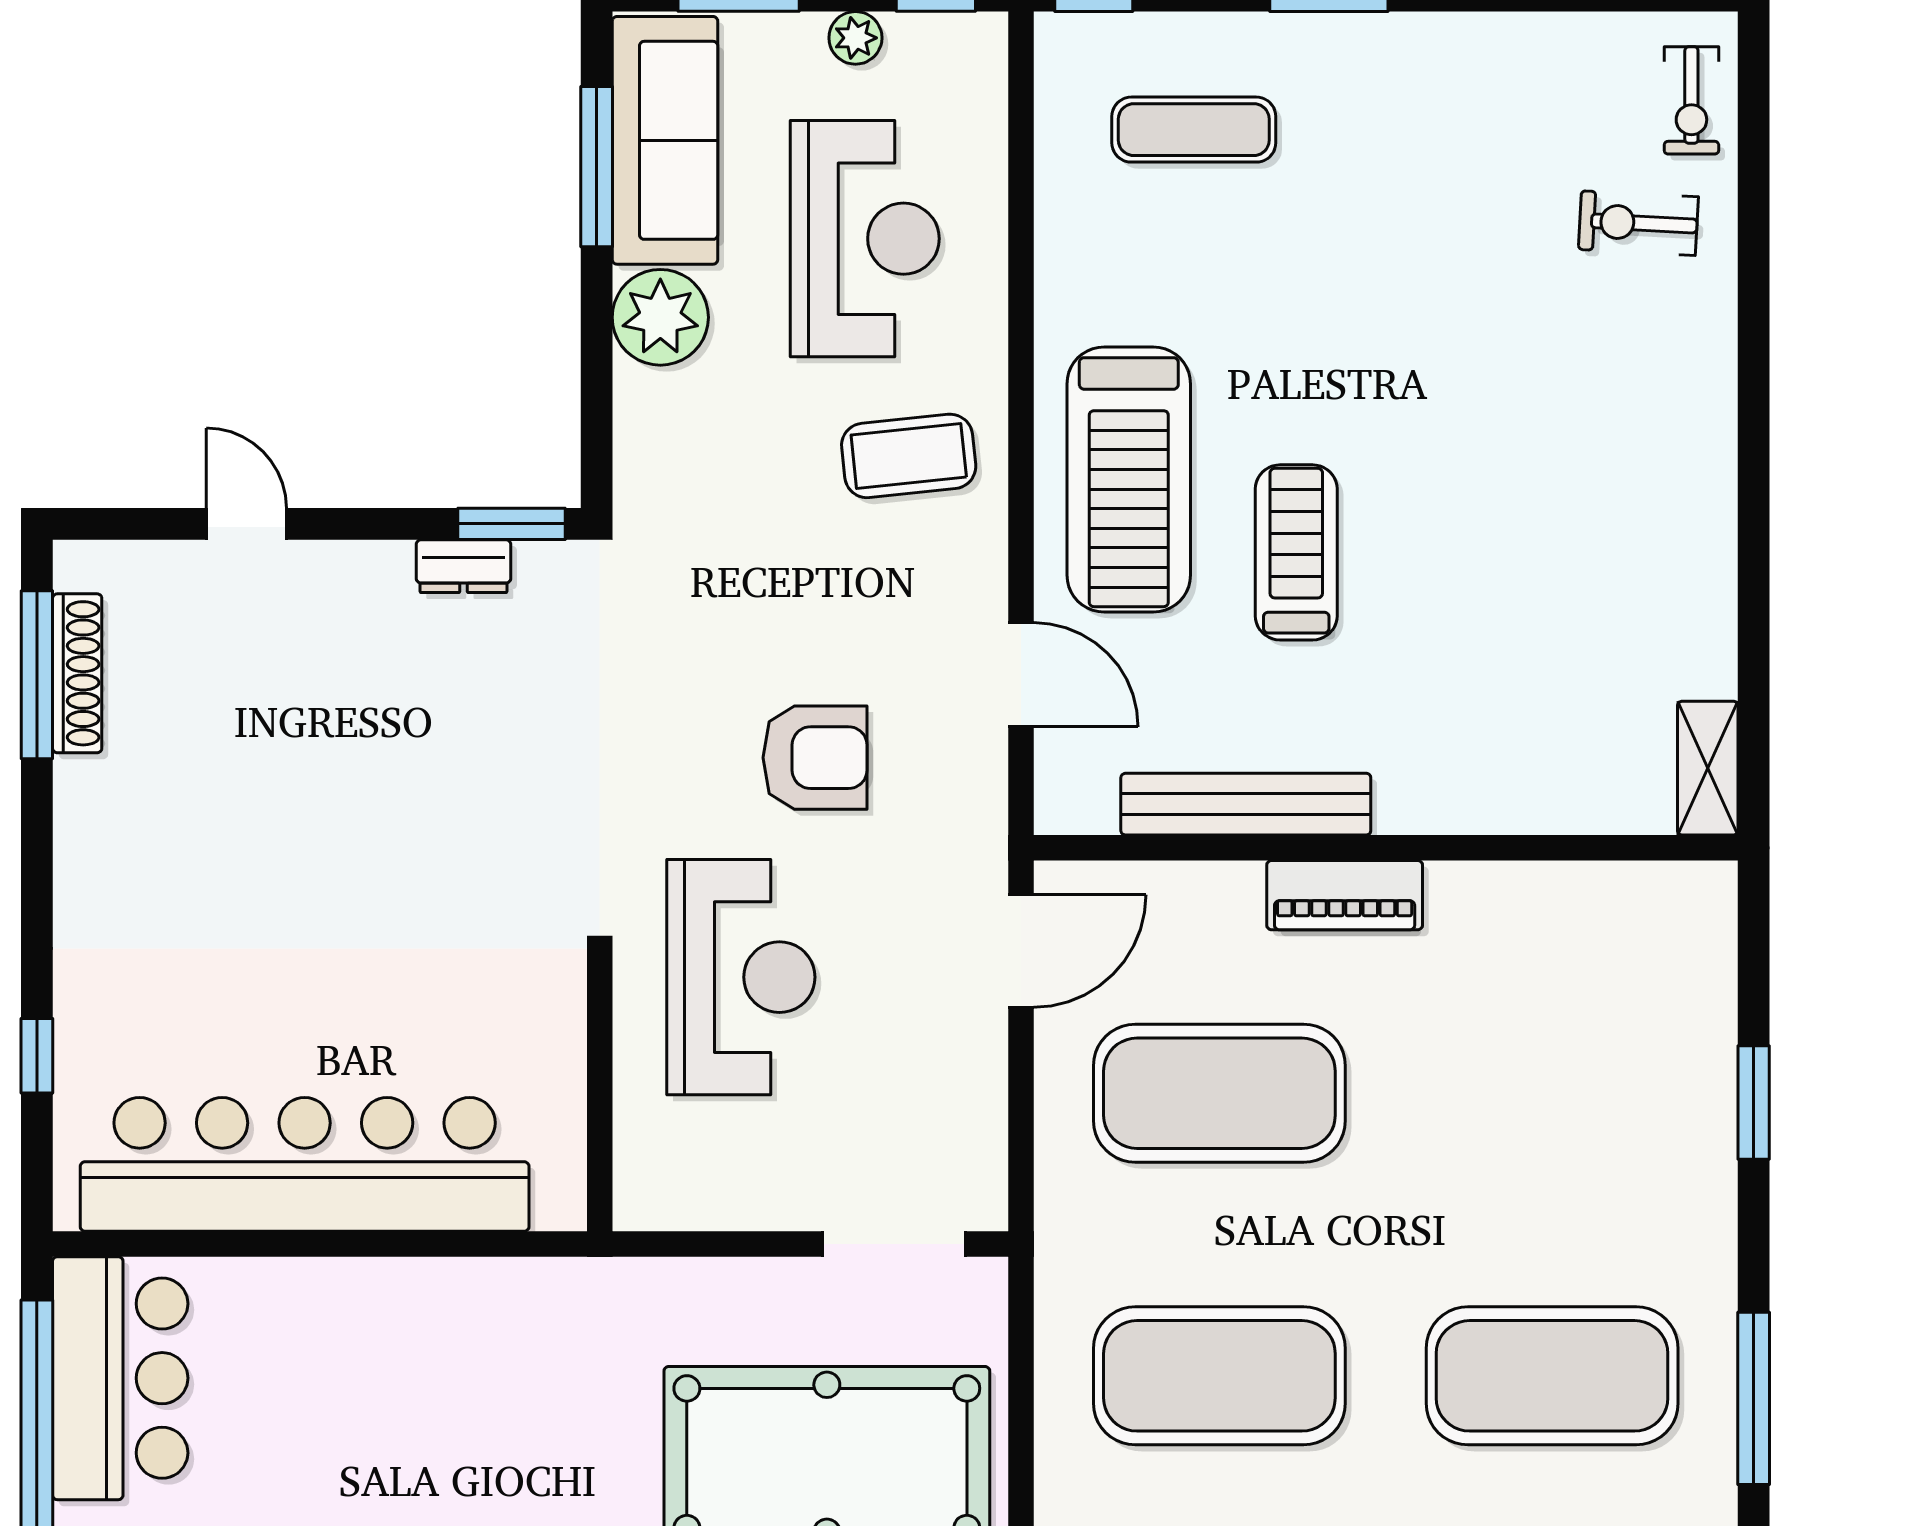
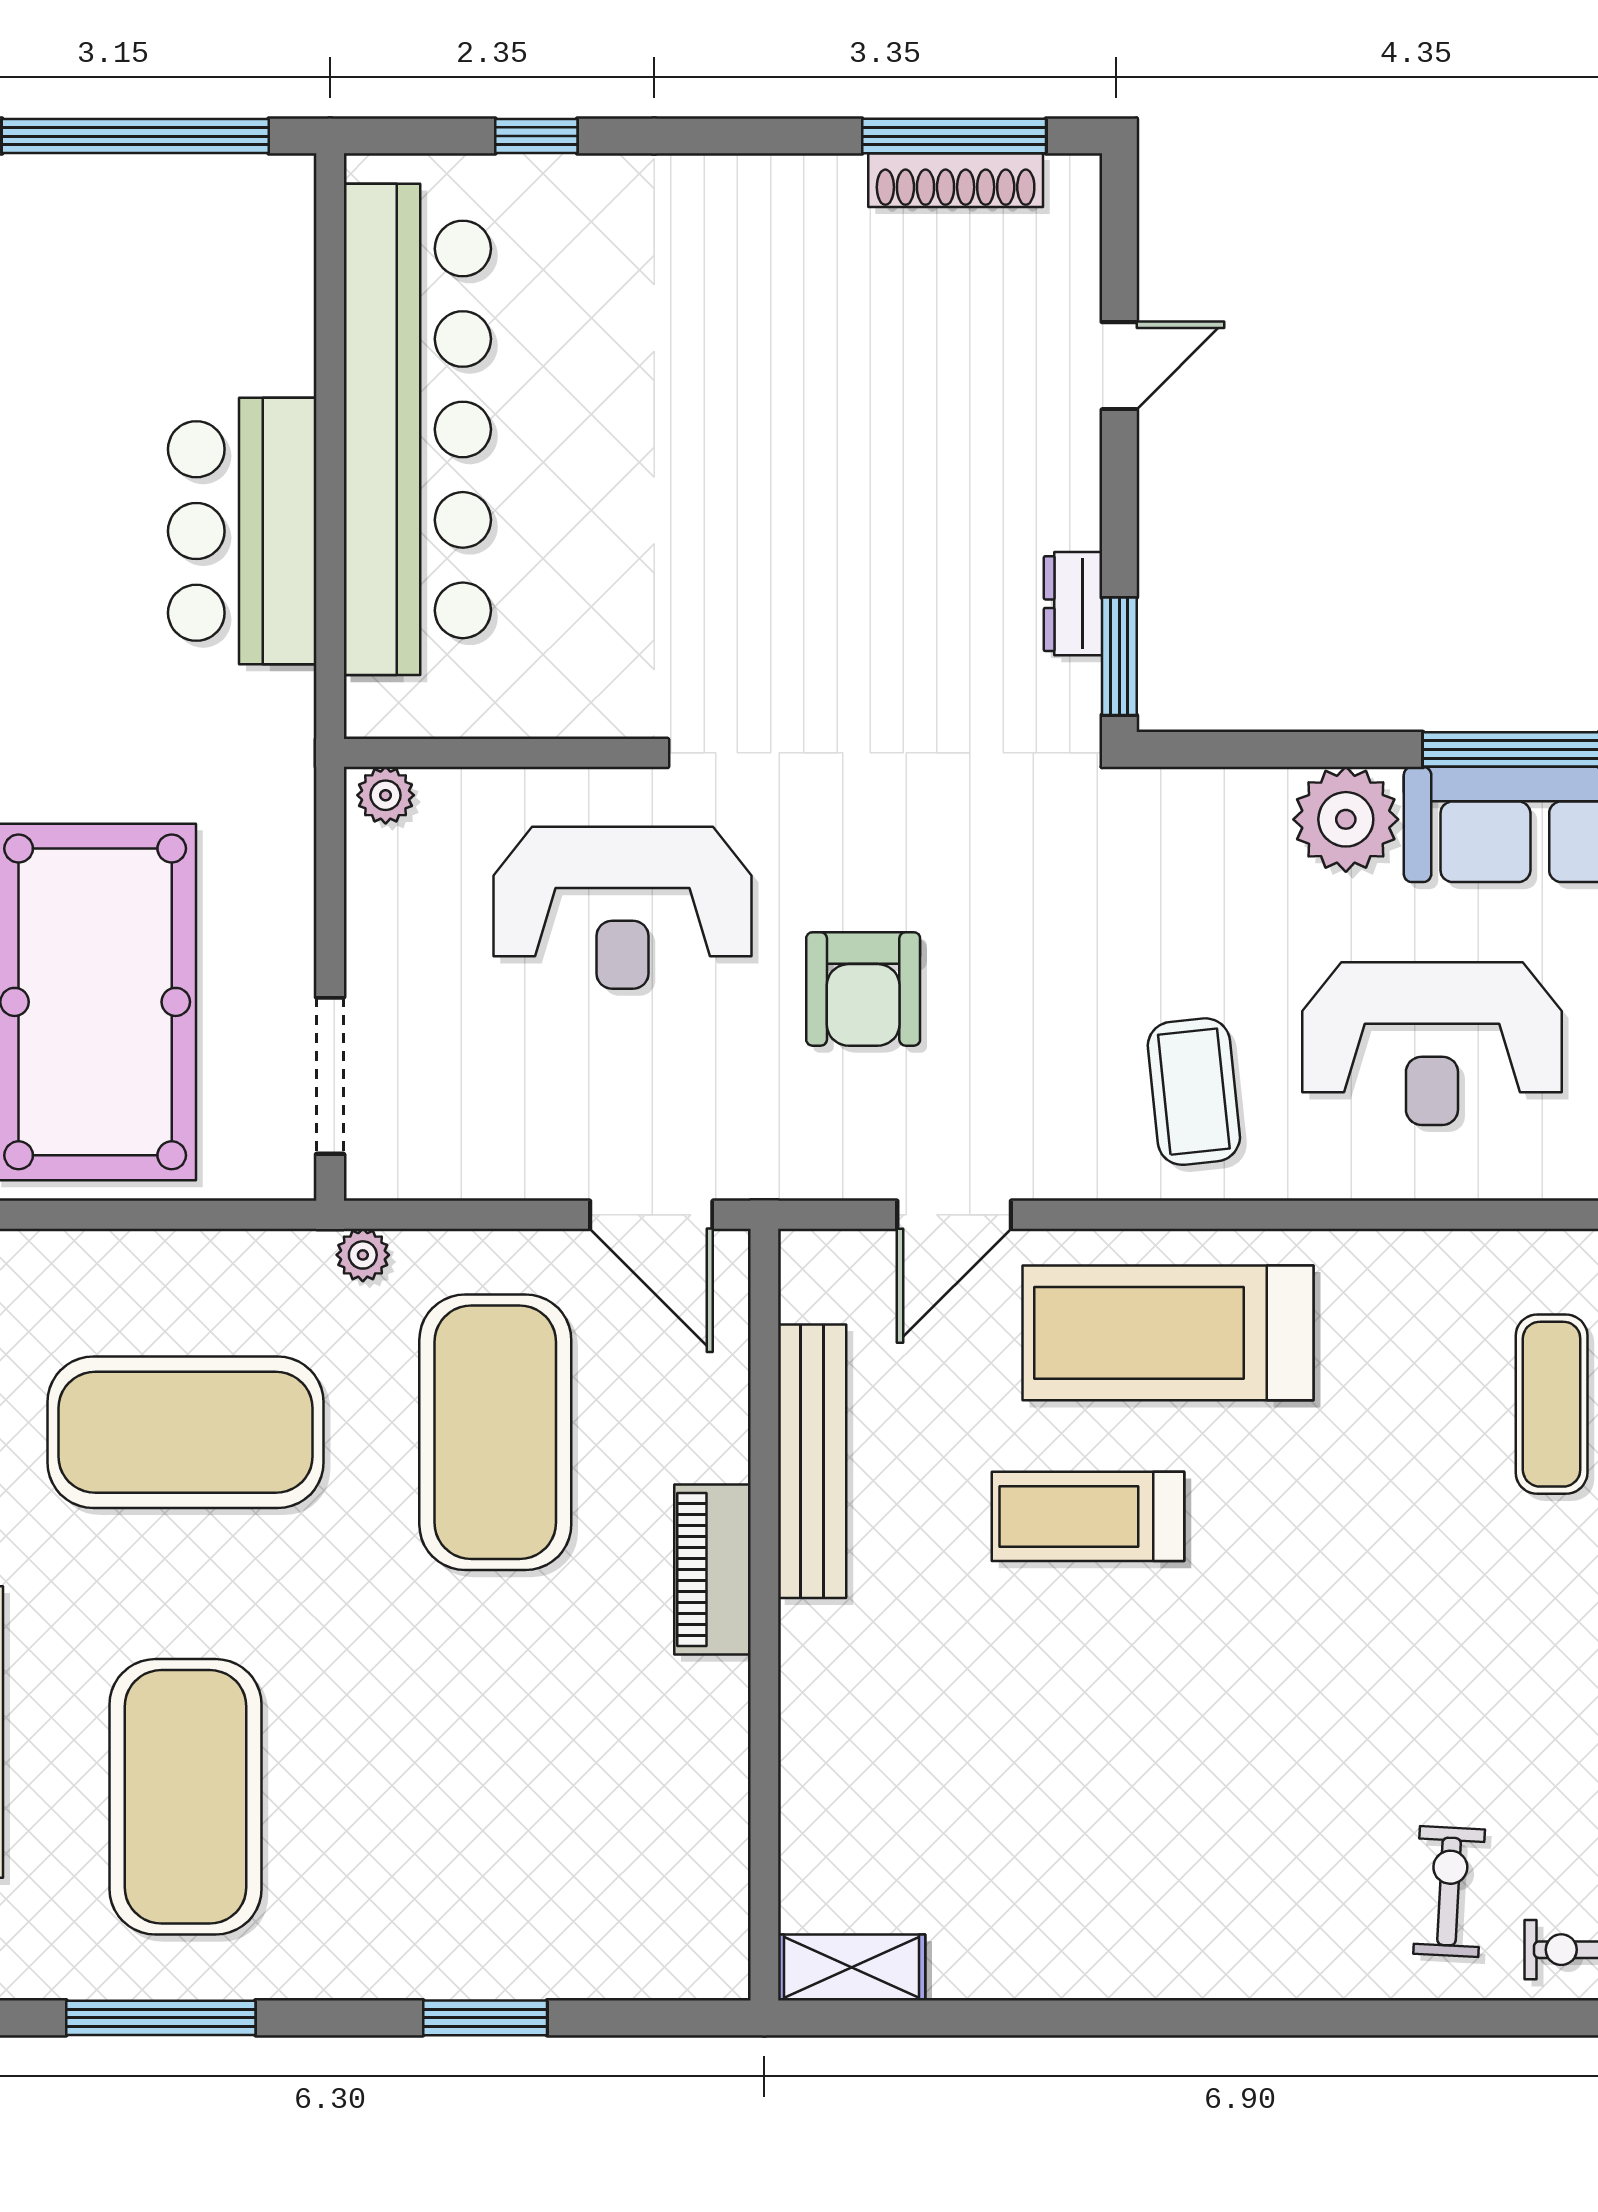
treadmill: (1296, 552) -> (1088, 1516), turned 180
plant: (638, 1193) -> (386, 795), added
plant: (1058, 1214) -> (363, 1255), added
exercise mat: (1219, 1376) -> (186, 1432), turned 90
bar counter: (120, 1378) -> (242, 531), moved, turned 90

